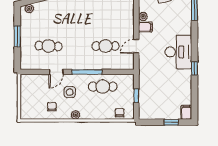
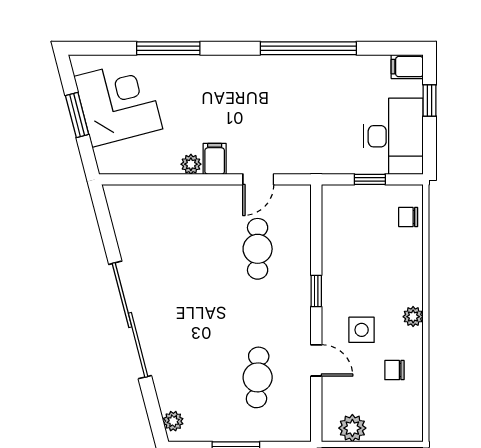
door: (136, 46) -> (258, 179), hinge flipped
desk: (178, 52) -> (393, 136), moved, turned 90
window: (194, 68) -> (308, 48), width x3.17
window: (87, 72) -> (316, 291), width x0.46
cafe table: (103, 87) -> (349, 255), removed
plant: (26, 88) -> (352, 428), added

